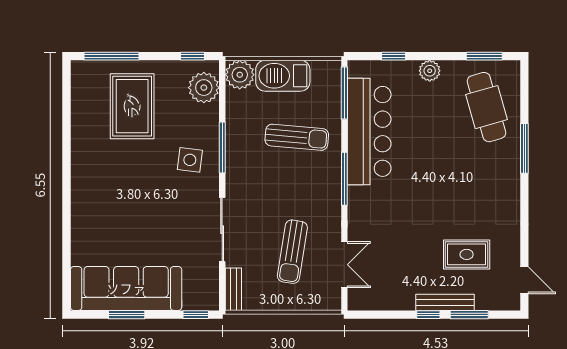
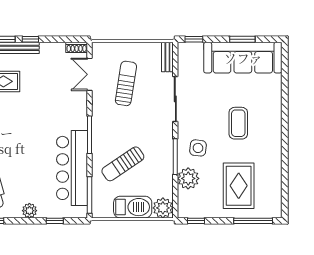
plant: (204, 88) -> (188, 178), moved
sun lounger: (297, 137) -> (123, 164), turned -39
coffee table: (133, 195) -> (238, 123), added
shoe rack: (363, 303) -> (77, 47), added

